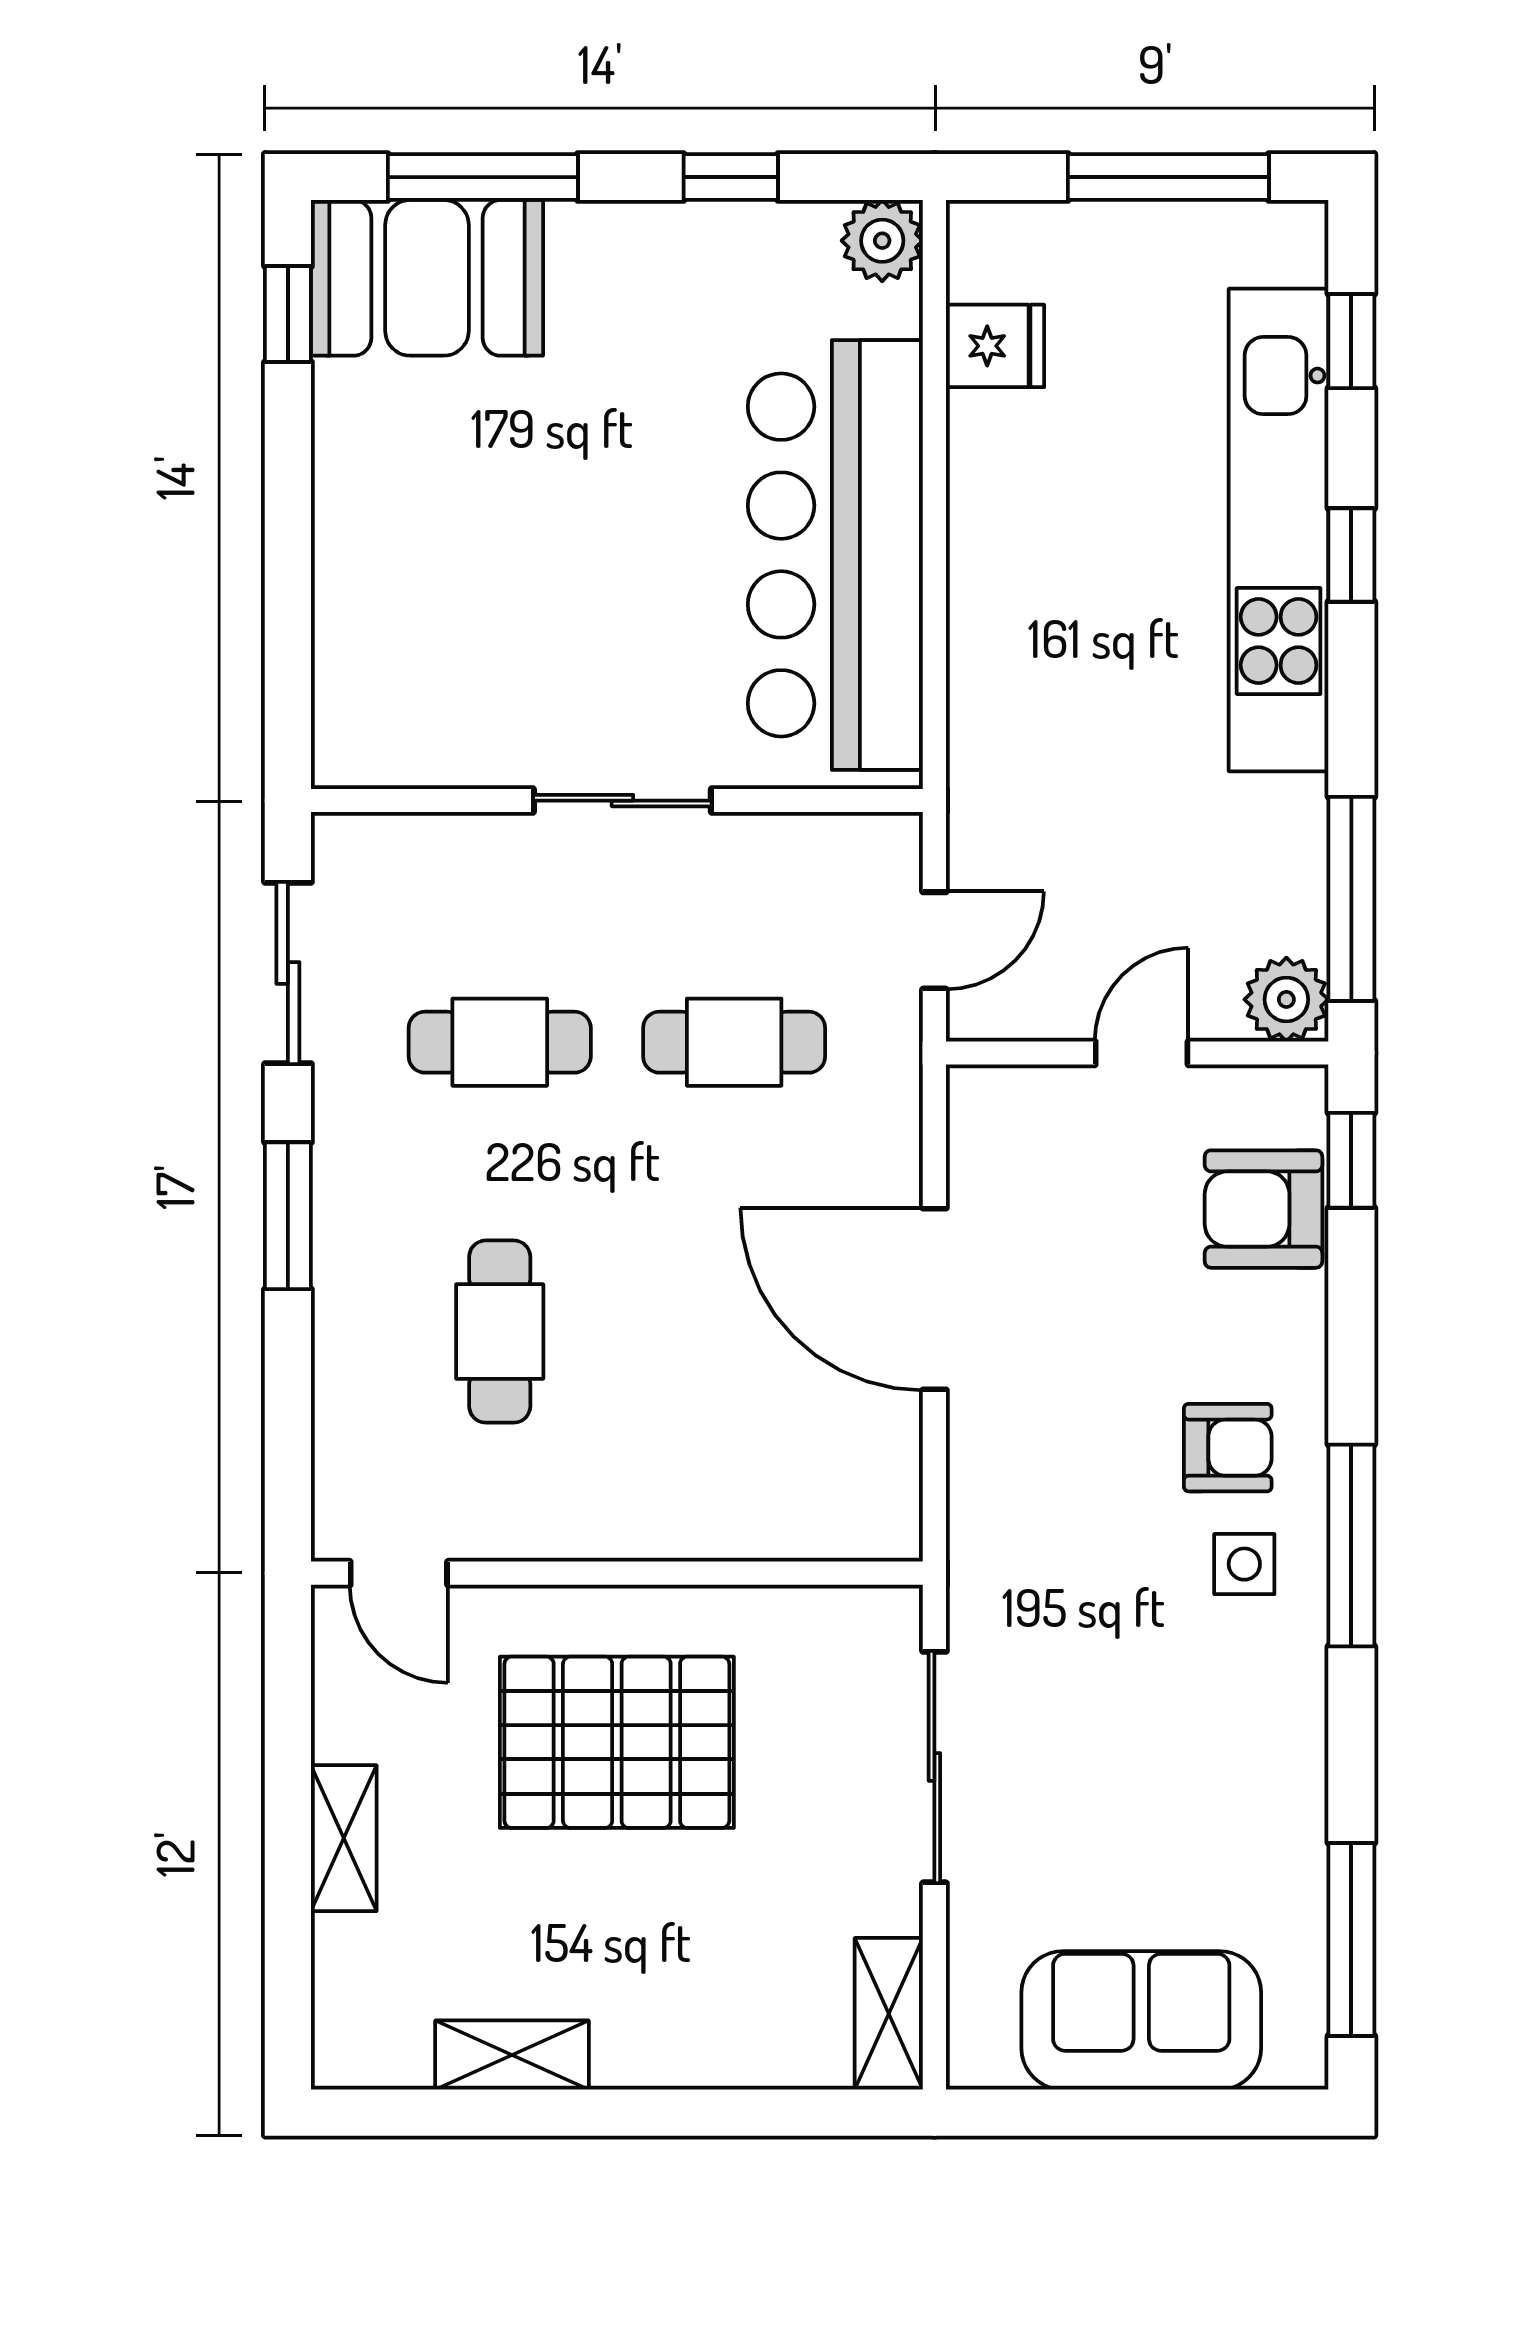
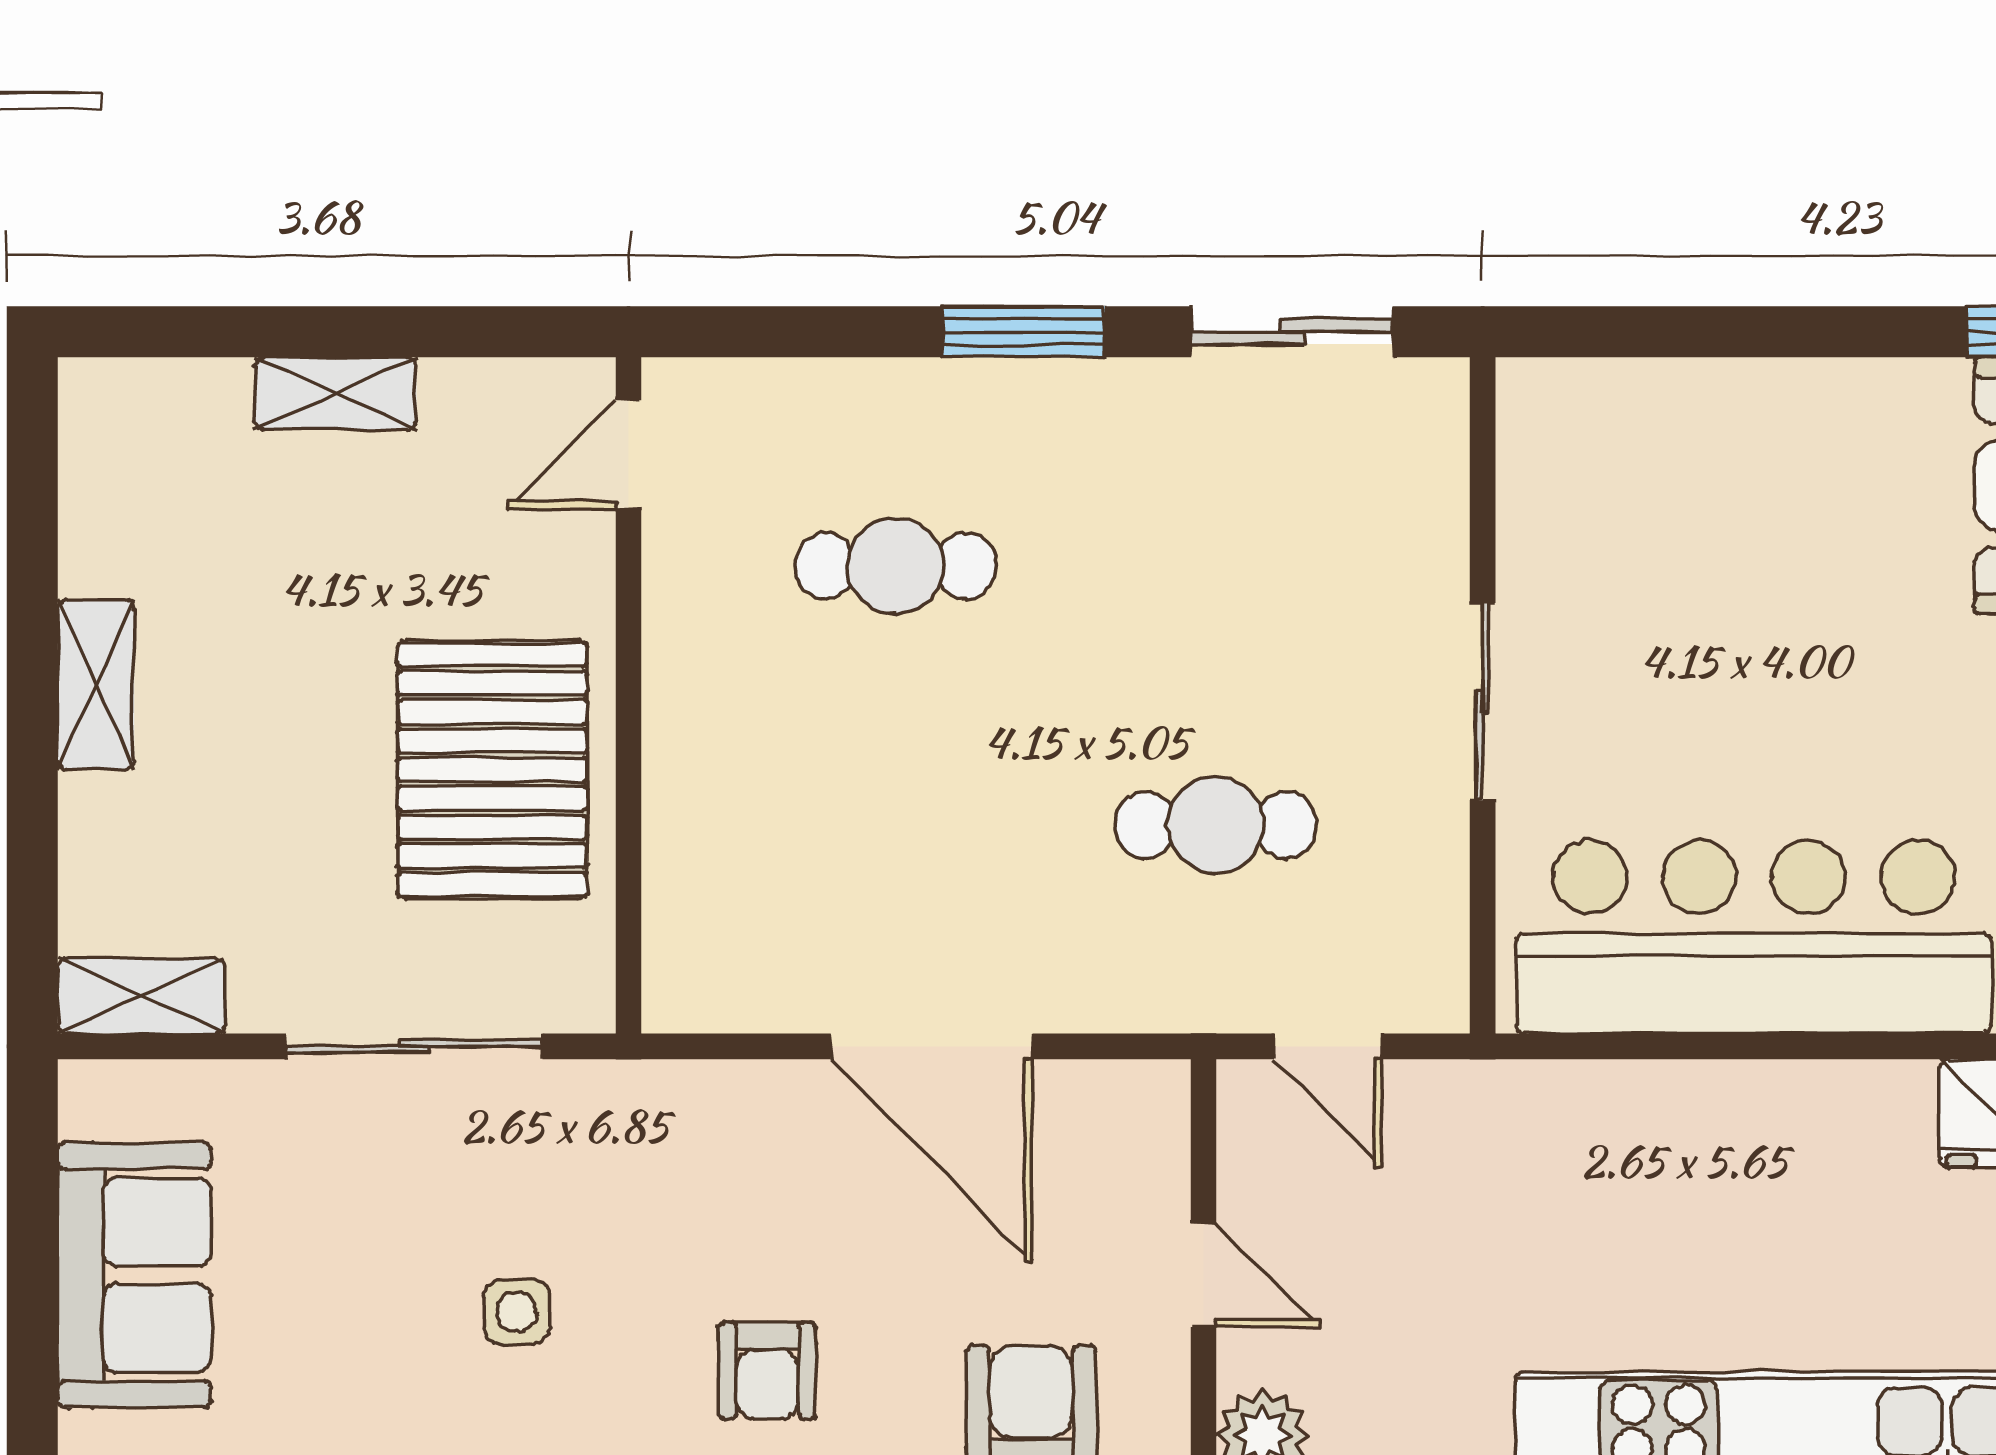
cafe table: (500, 1042) -> (1215, 566), removed
cafe table: (734, 1042) -> (1215, 825), turned 90
door: (934, 1299) -> (932, 1046), swing flipped
side table: (1244, 1564) -> (517, 1312), moved
pallet: (617, 1742) -> (492, 770), moved
shelving: (512, 2055) -> (96, 685), moved

